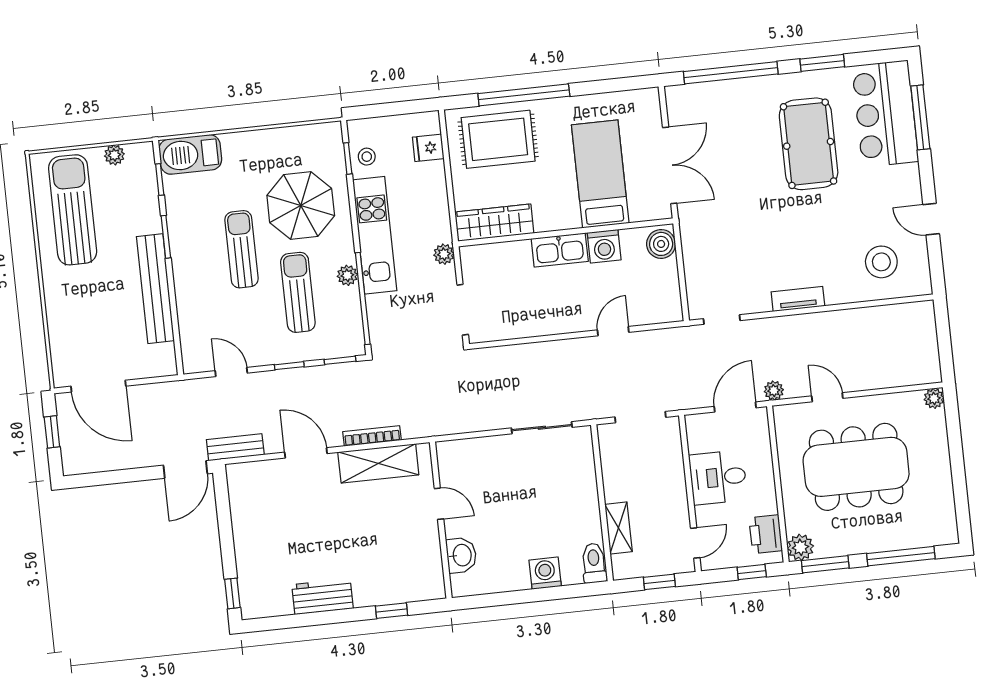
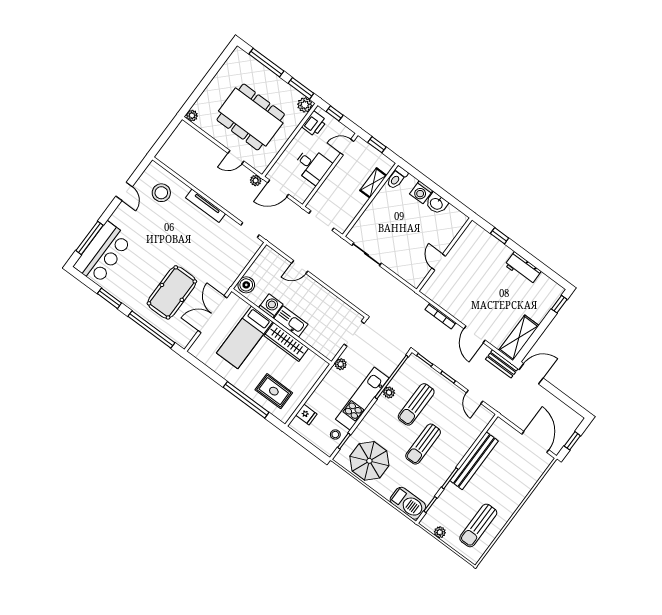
rug: (498, 139) -> (274, 391), width x0.73, depth x0.70
pool table: (809, 144) -> (172, 292), moved
parasol: (301, 205) -> (369, 461), moved
sun lounger: (73, 210) -> (478, 525), width x0.73, depth x0.75
wardrobe: (494, 223) -> (286, 342), moved
tv unit: (798, 299) -> (205, 206), width x1.41
door: (827, 397) -> (236, 157), hinge flipped
shelving: (378, 463) -> (519, 338), moved, turned 90
washbasin: (461, 555) -> (437, 203), moved, turned -90

